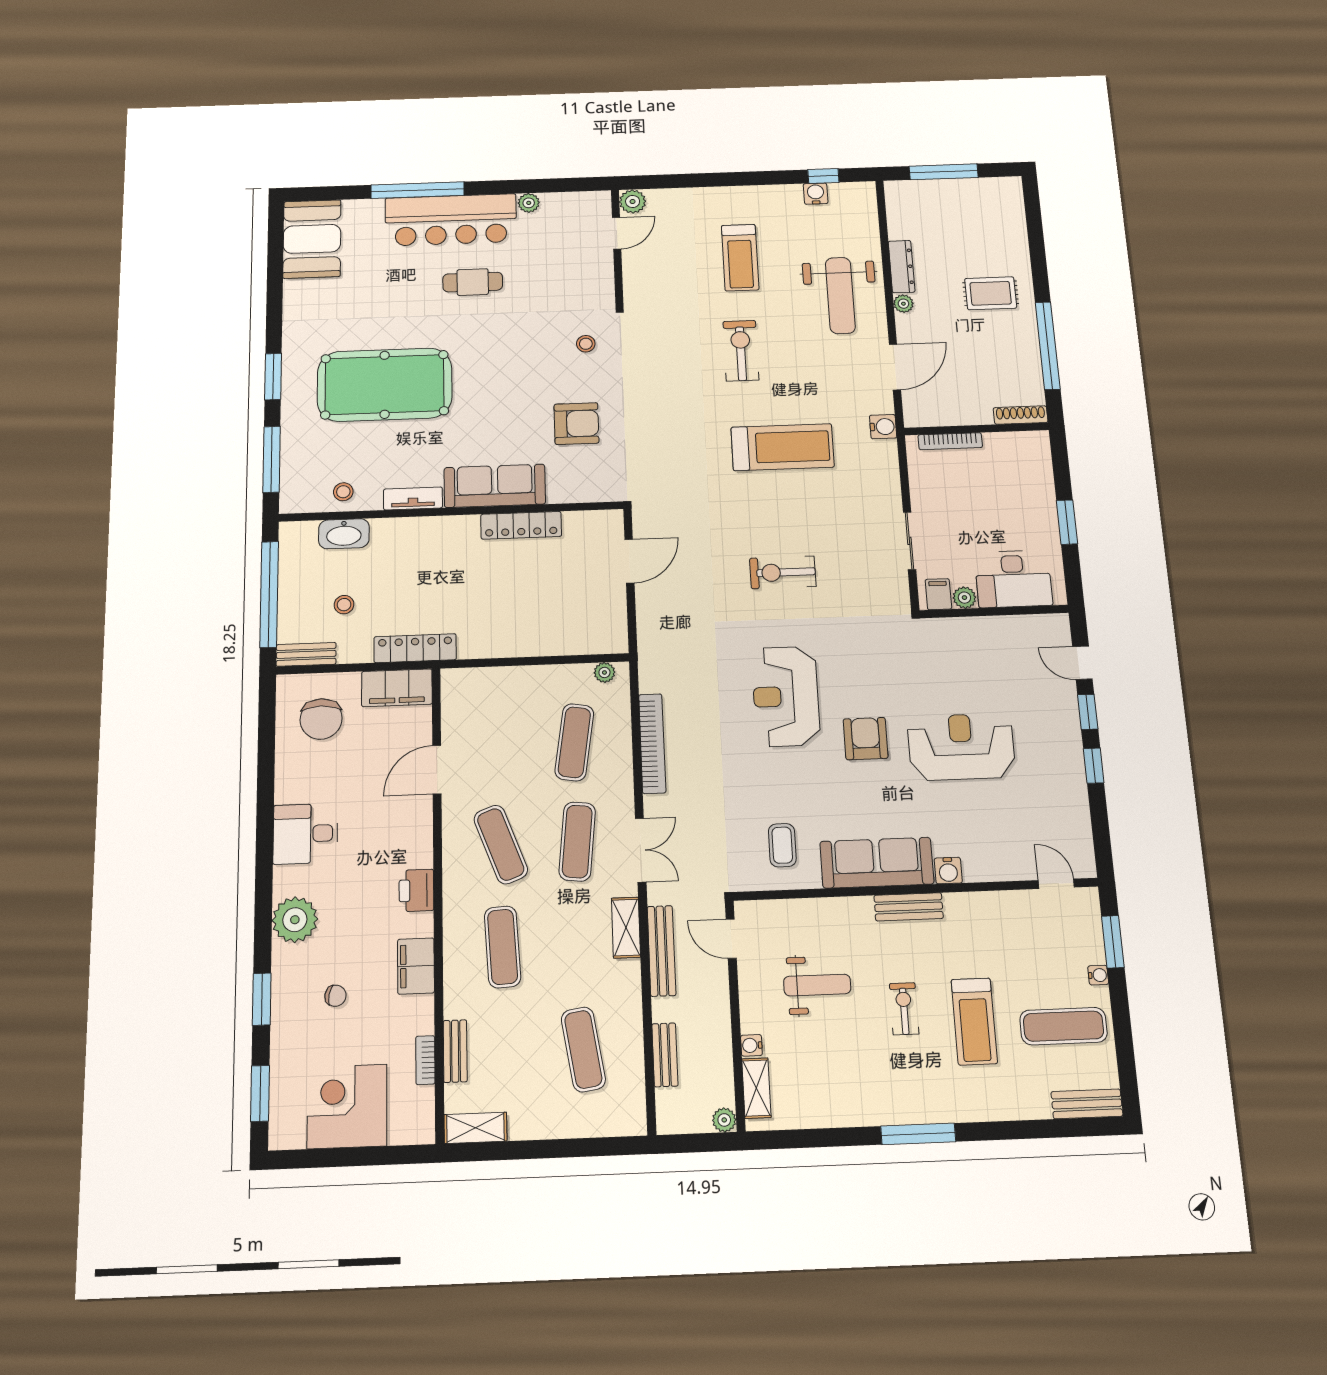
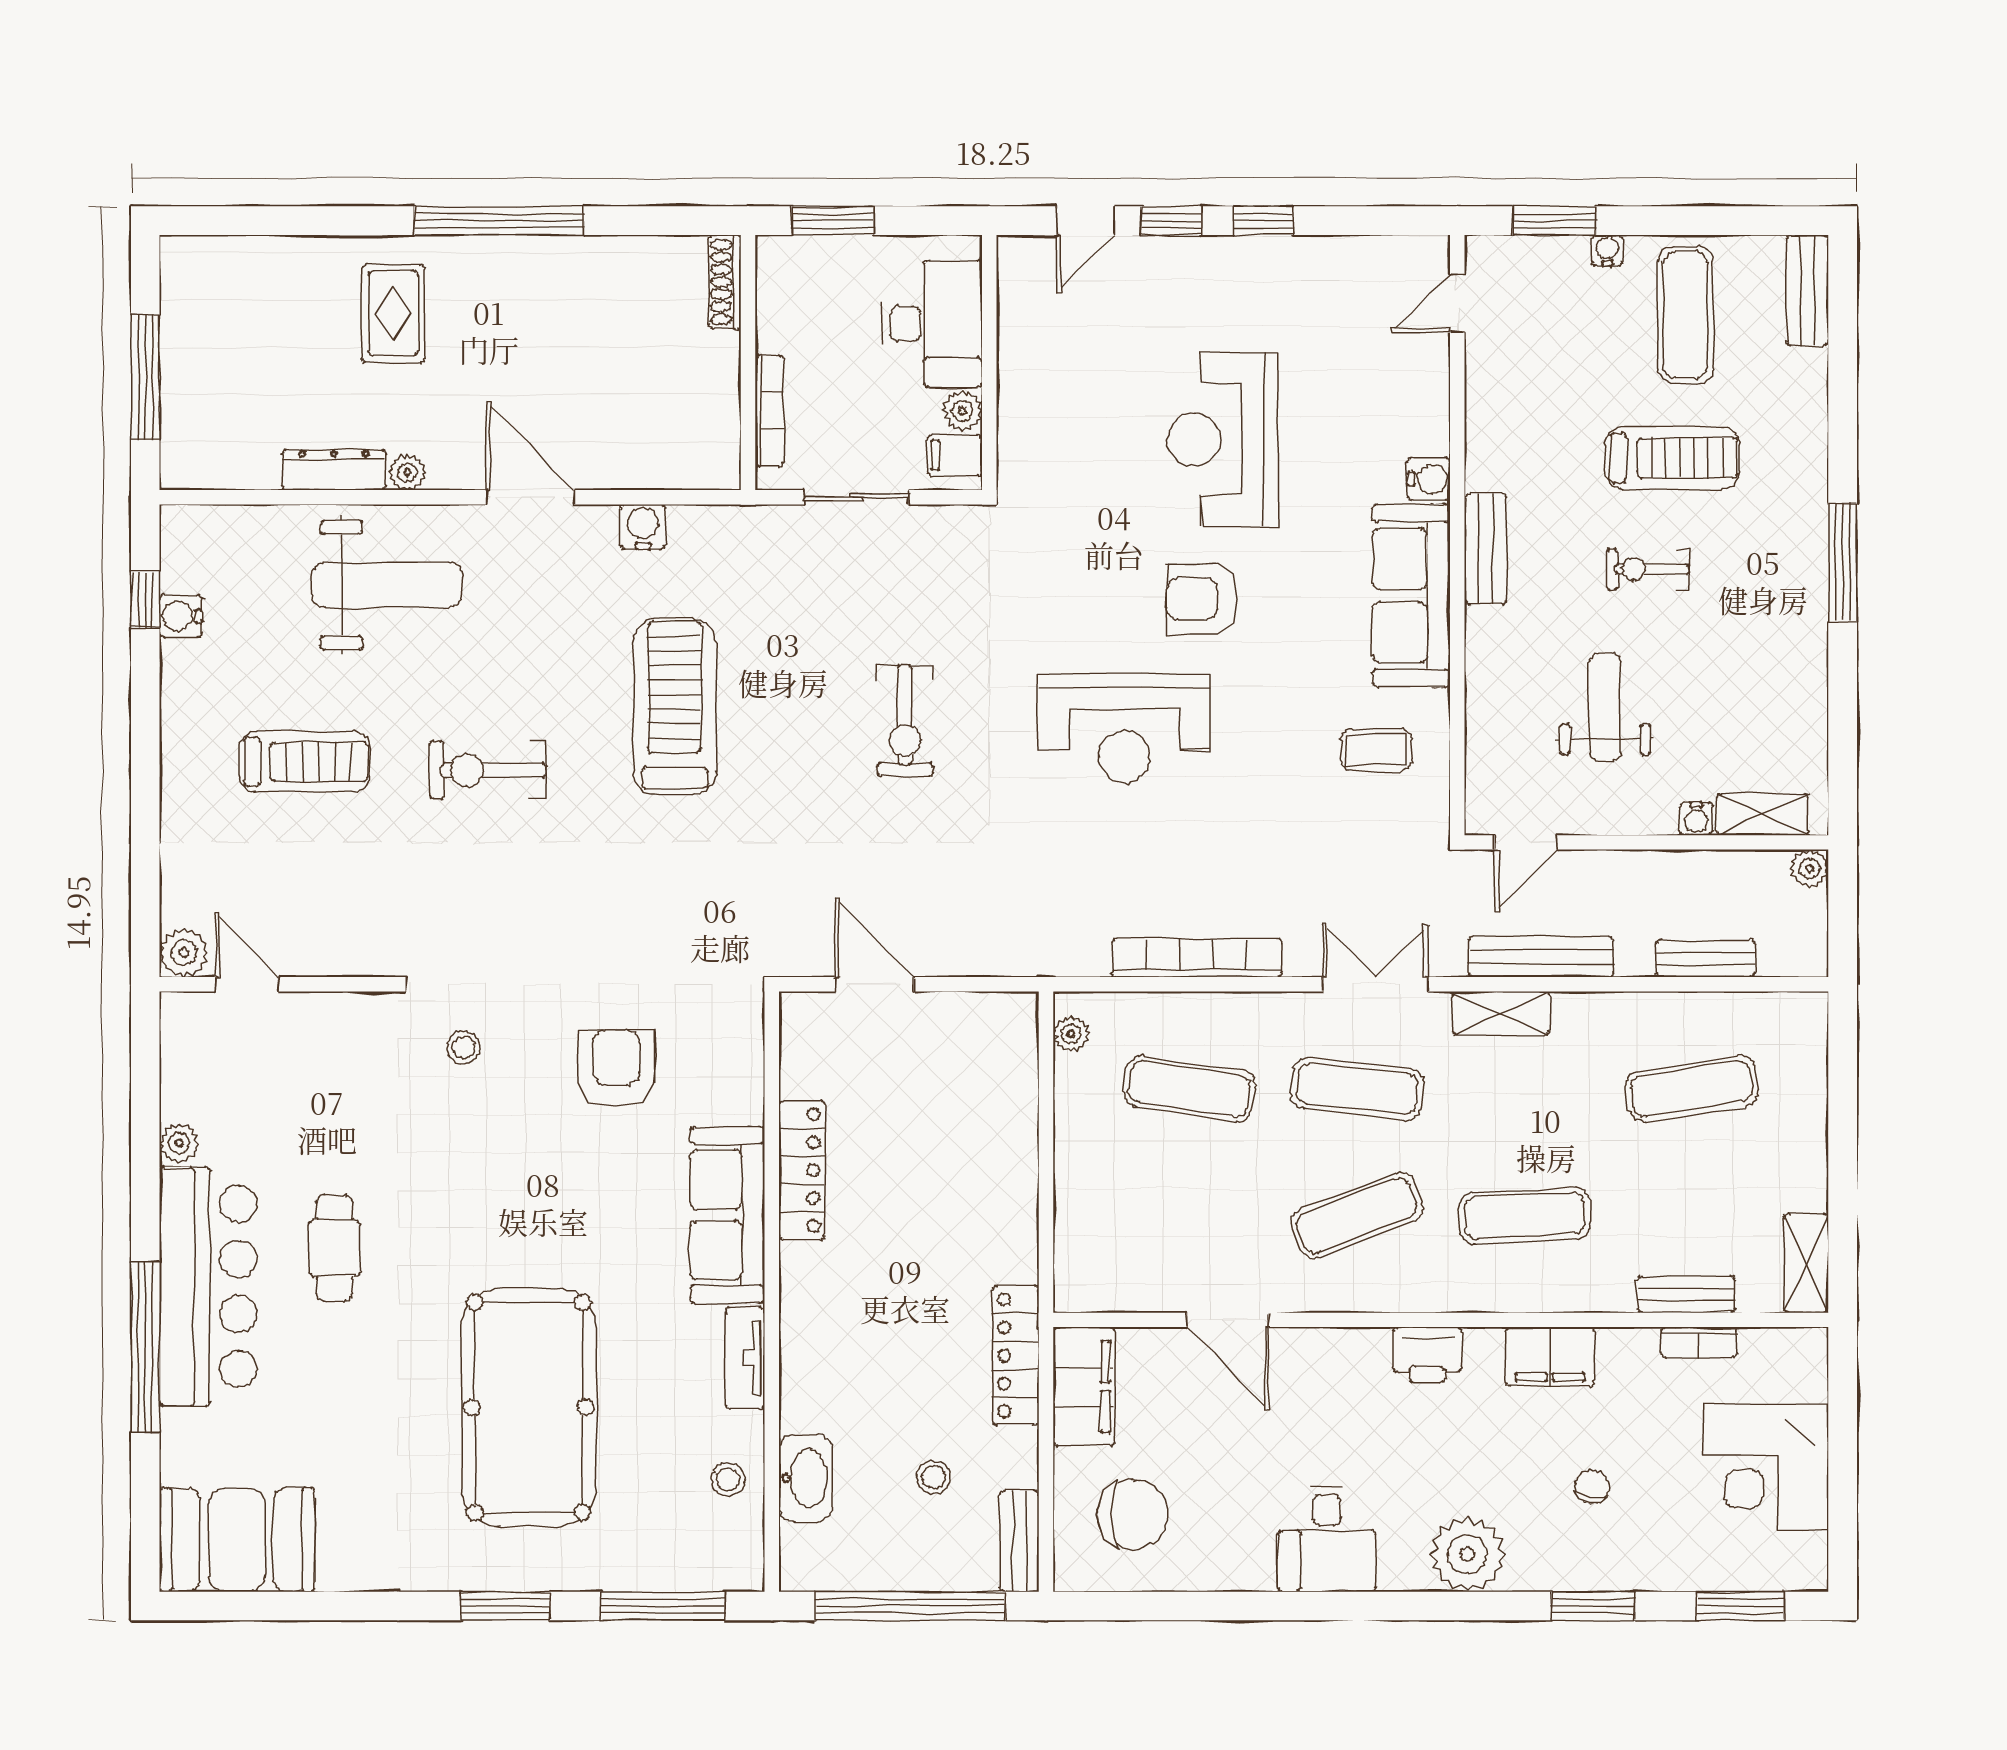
shoe rack: (1021, 415) -> (725, 282), moved
wall: (976, 429) -> (748, 362), moved
bookcase: (950, 441) -> (769, 411), moved

